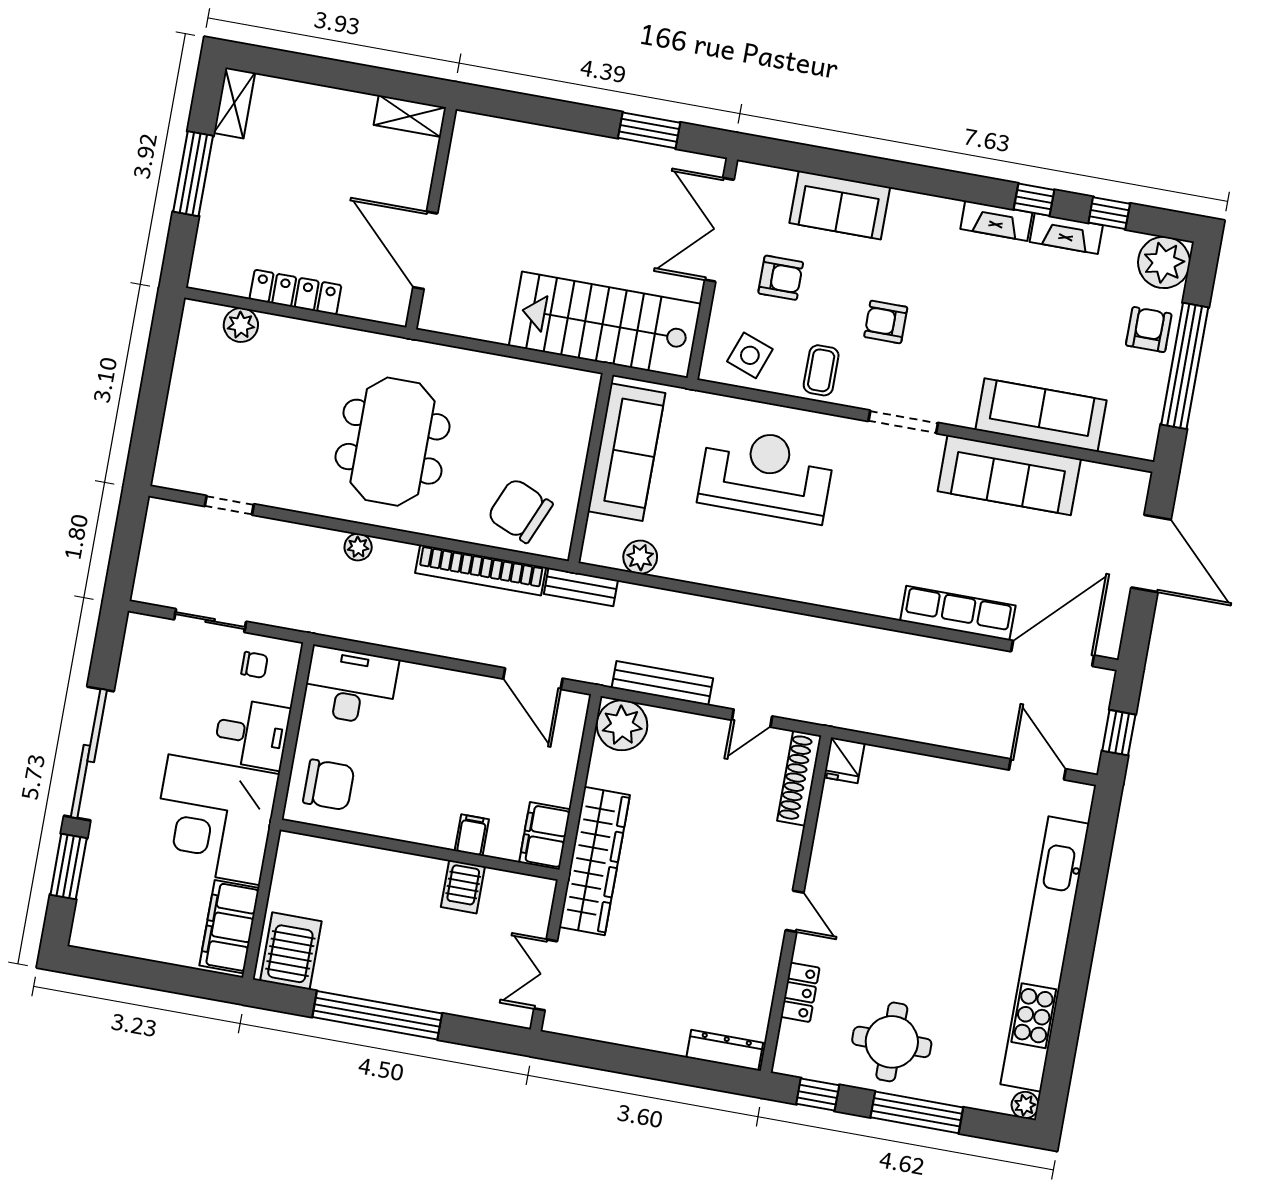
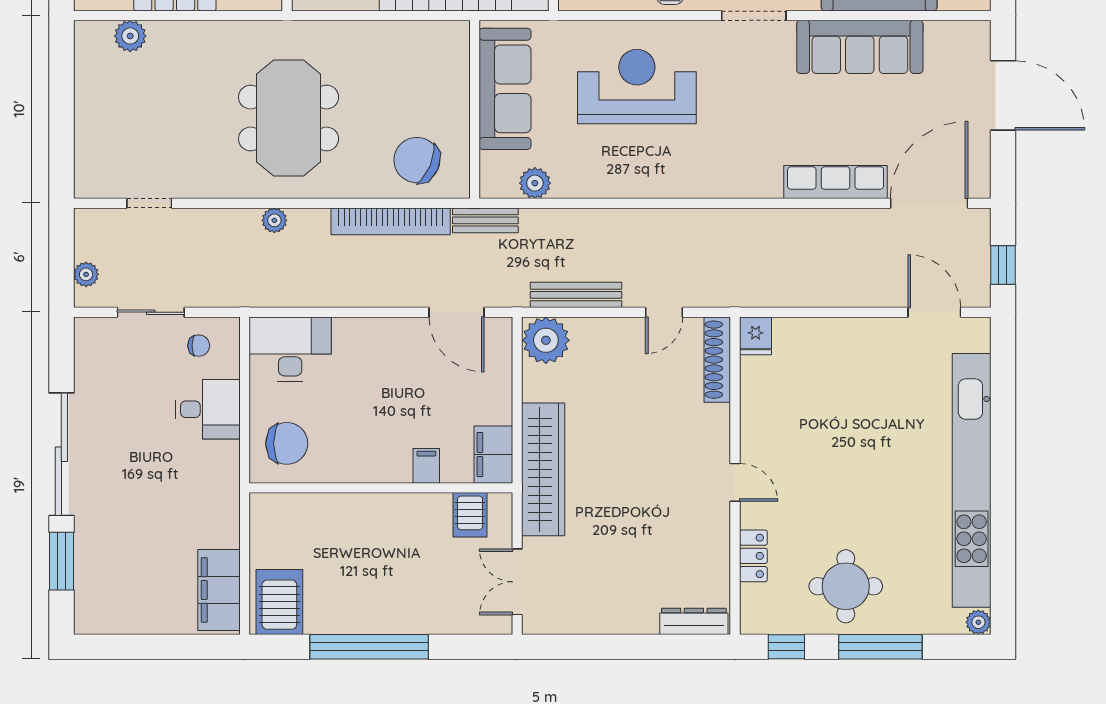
plant: (149, 568) -> (86, 274), added
corner desk: (214, 820) -> (187, 494), removed
server rack: (463, 887) -> (470, 515), moved

